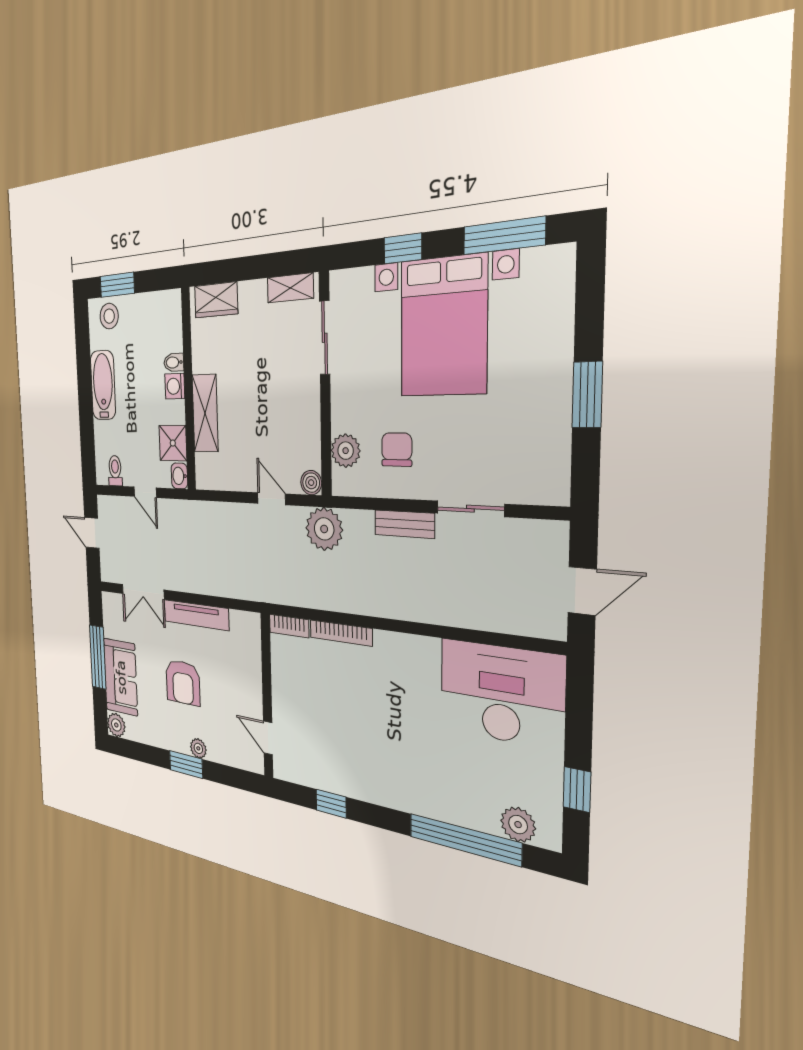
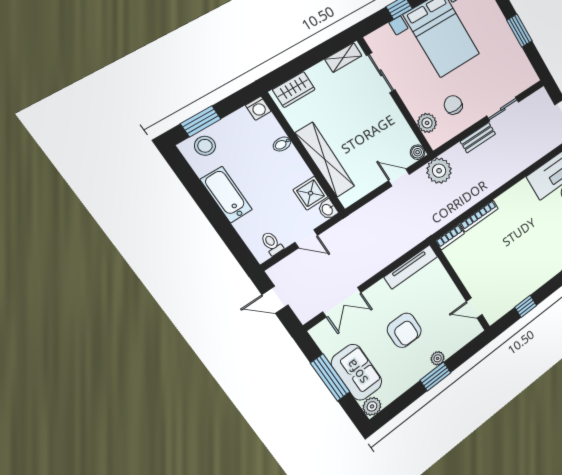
washing machine: (175, 386) -> (258, 108), moved, turned -90
shelving: (205, 413) -> (325, 160), width x1.47
tv unit: (196, 615) -> (411, 267), moved

